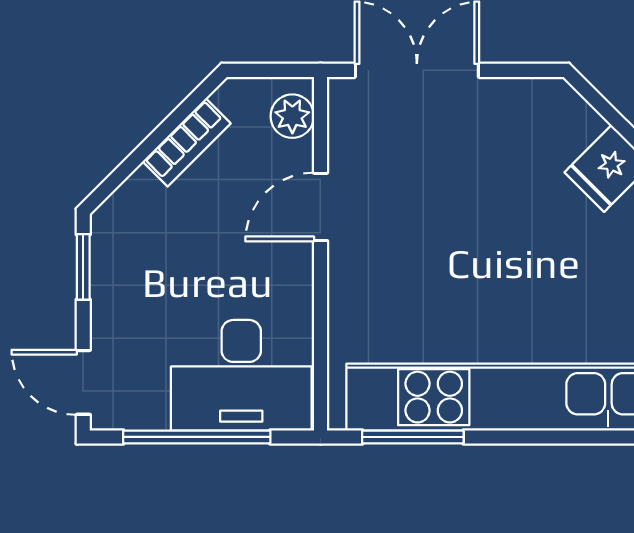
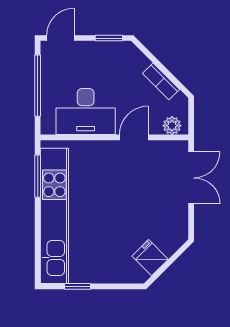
door: (320, 207) -> (134, 137), hinge flipped
desk: (241, 375) -> (86, 112), moved, turned -90

